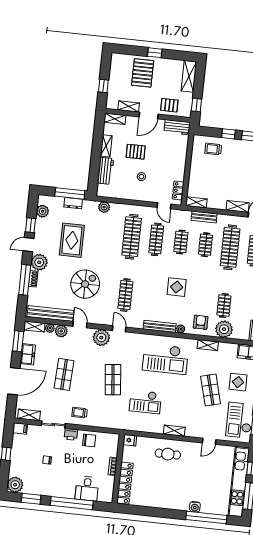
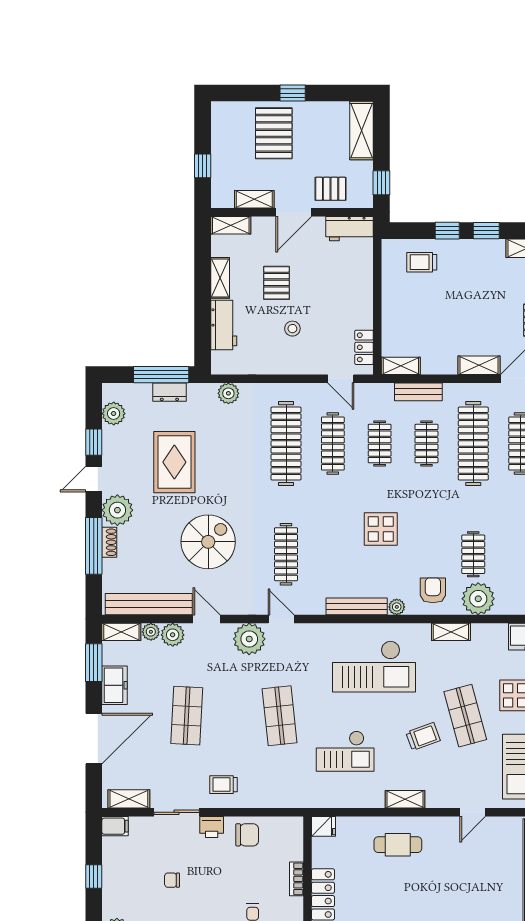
pallet: (136, 152) -> (276, 283), turned 90
trolley: (187, 399) -> (423, 737), added

